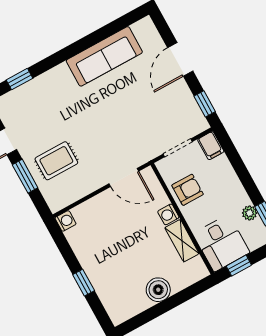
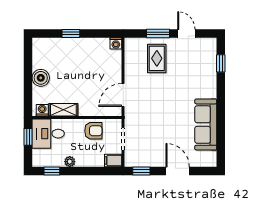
armchair: (188, 190) -> (93, 131), turned -90
plant: (250, 213) -> (70, 162), moved
washing machine: (168, 214) -> (42, 110), moved

